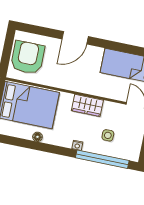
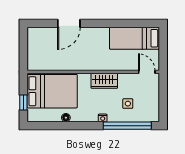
door: (75, 38) -> (69, 23), moved
armchair: (28, 57) -> (43, 49), removed

